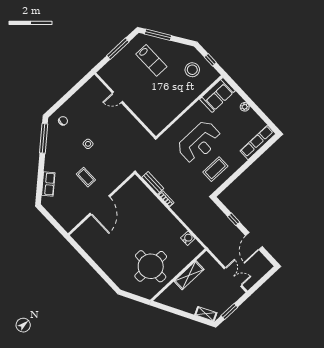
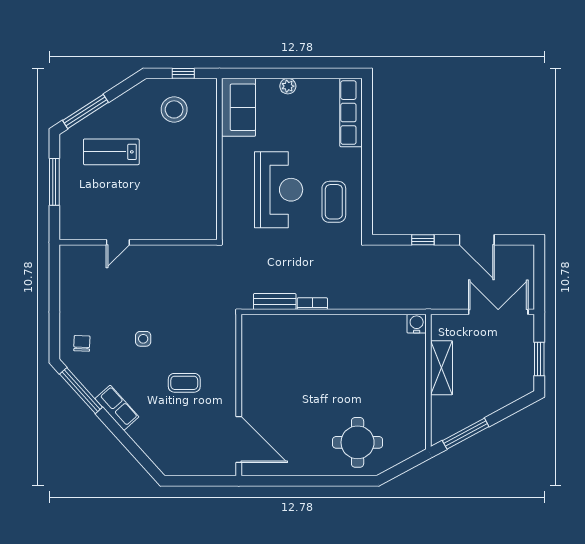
lab bench: (151, 60) -> (111, 152), turned 180
row of seats: (48, 184) -> (117, 408), moved
door: (100, 205) -> (239, 439), moved
water cooler: (188, 238) -> (417, 324), moved
round table: (151, 266) -> (358, 442), moved, width x0.73, depth x0.73
double door: (233, 277) -> (498, 312), width x1.37
window: (172, 310) -> (466, 434), added
shelving: (206, 314) -> (513, 393), removed

